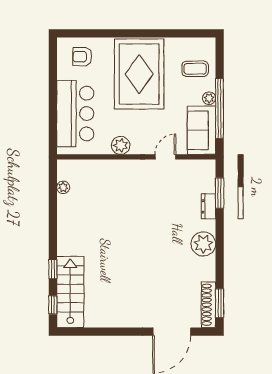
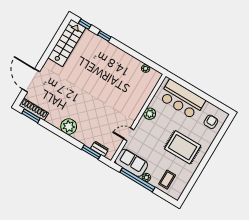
rug: (139, 74) -> (183, 147), width x0.73, depth x0.69
door: (165, 157) -> (129, 134), swing flipped
dresser: (208, 206) -> (100, 149), moved
stairs: (70, 292) -> (67, 43), moved, turned -90

